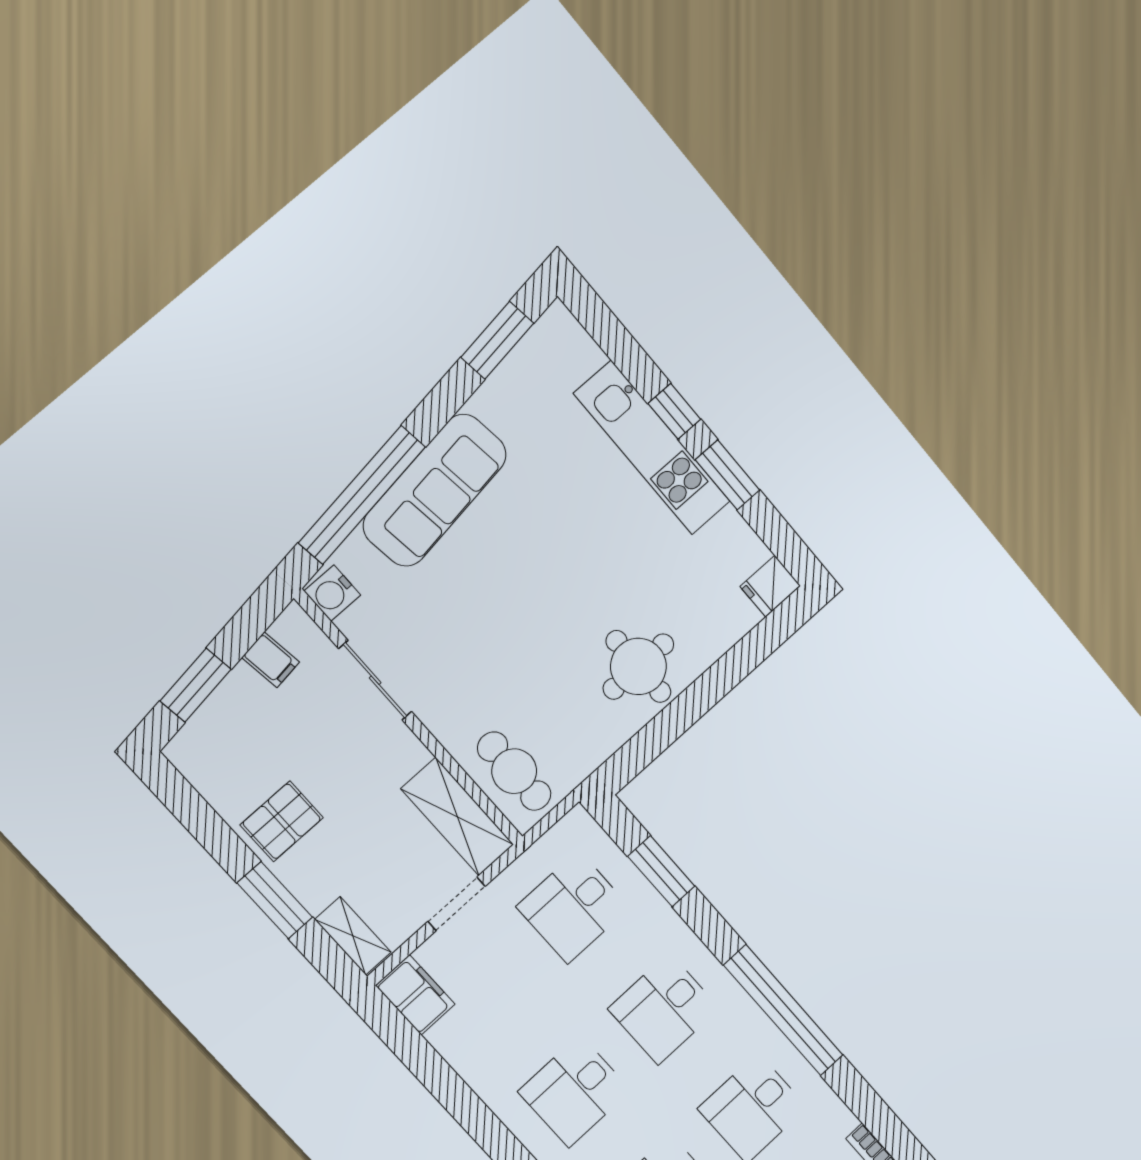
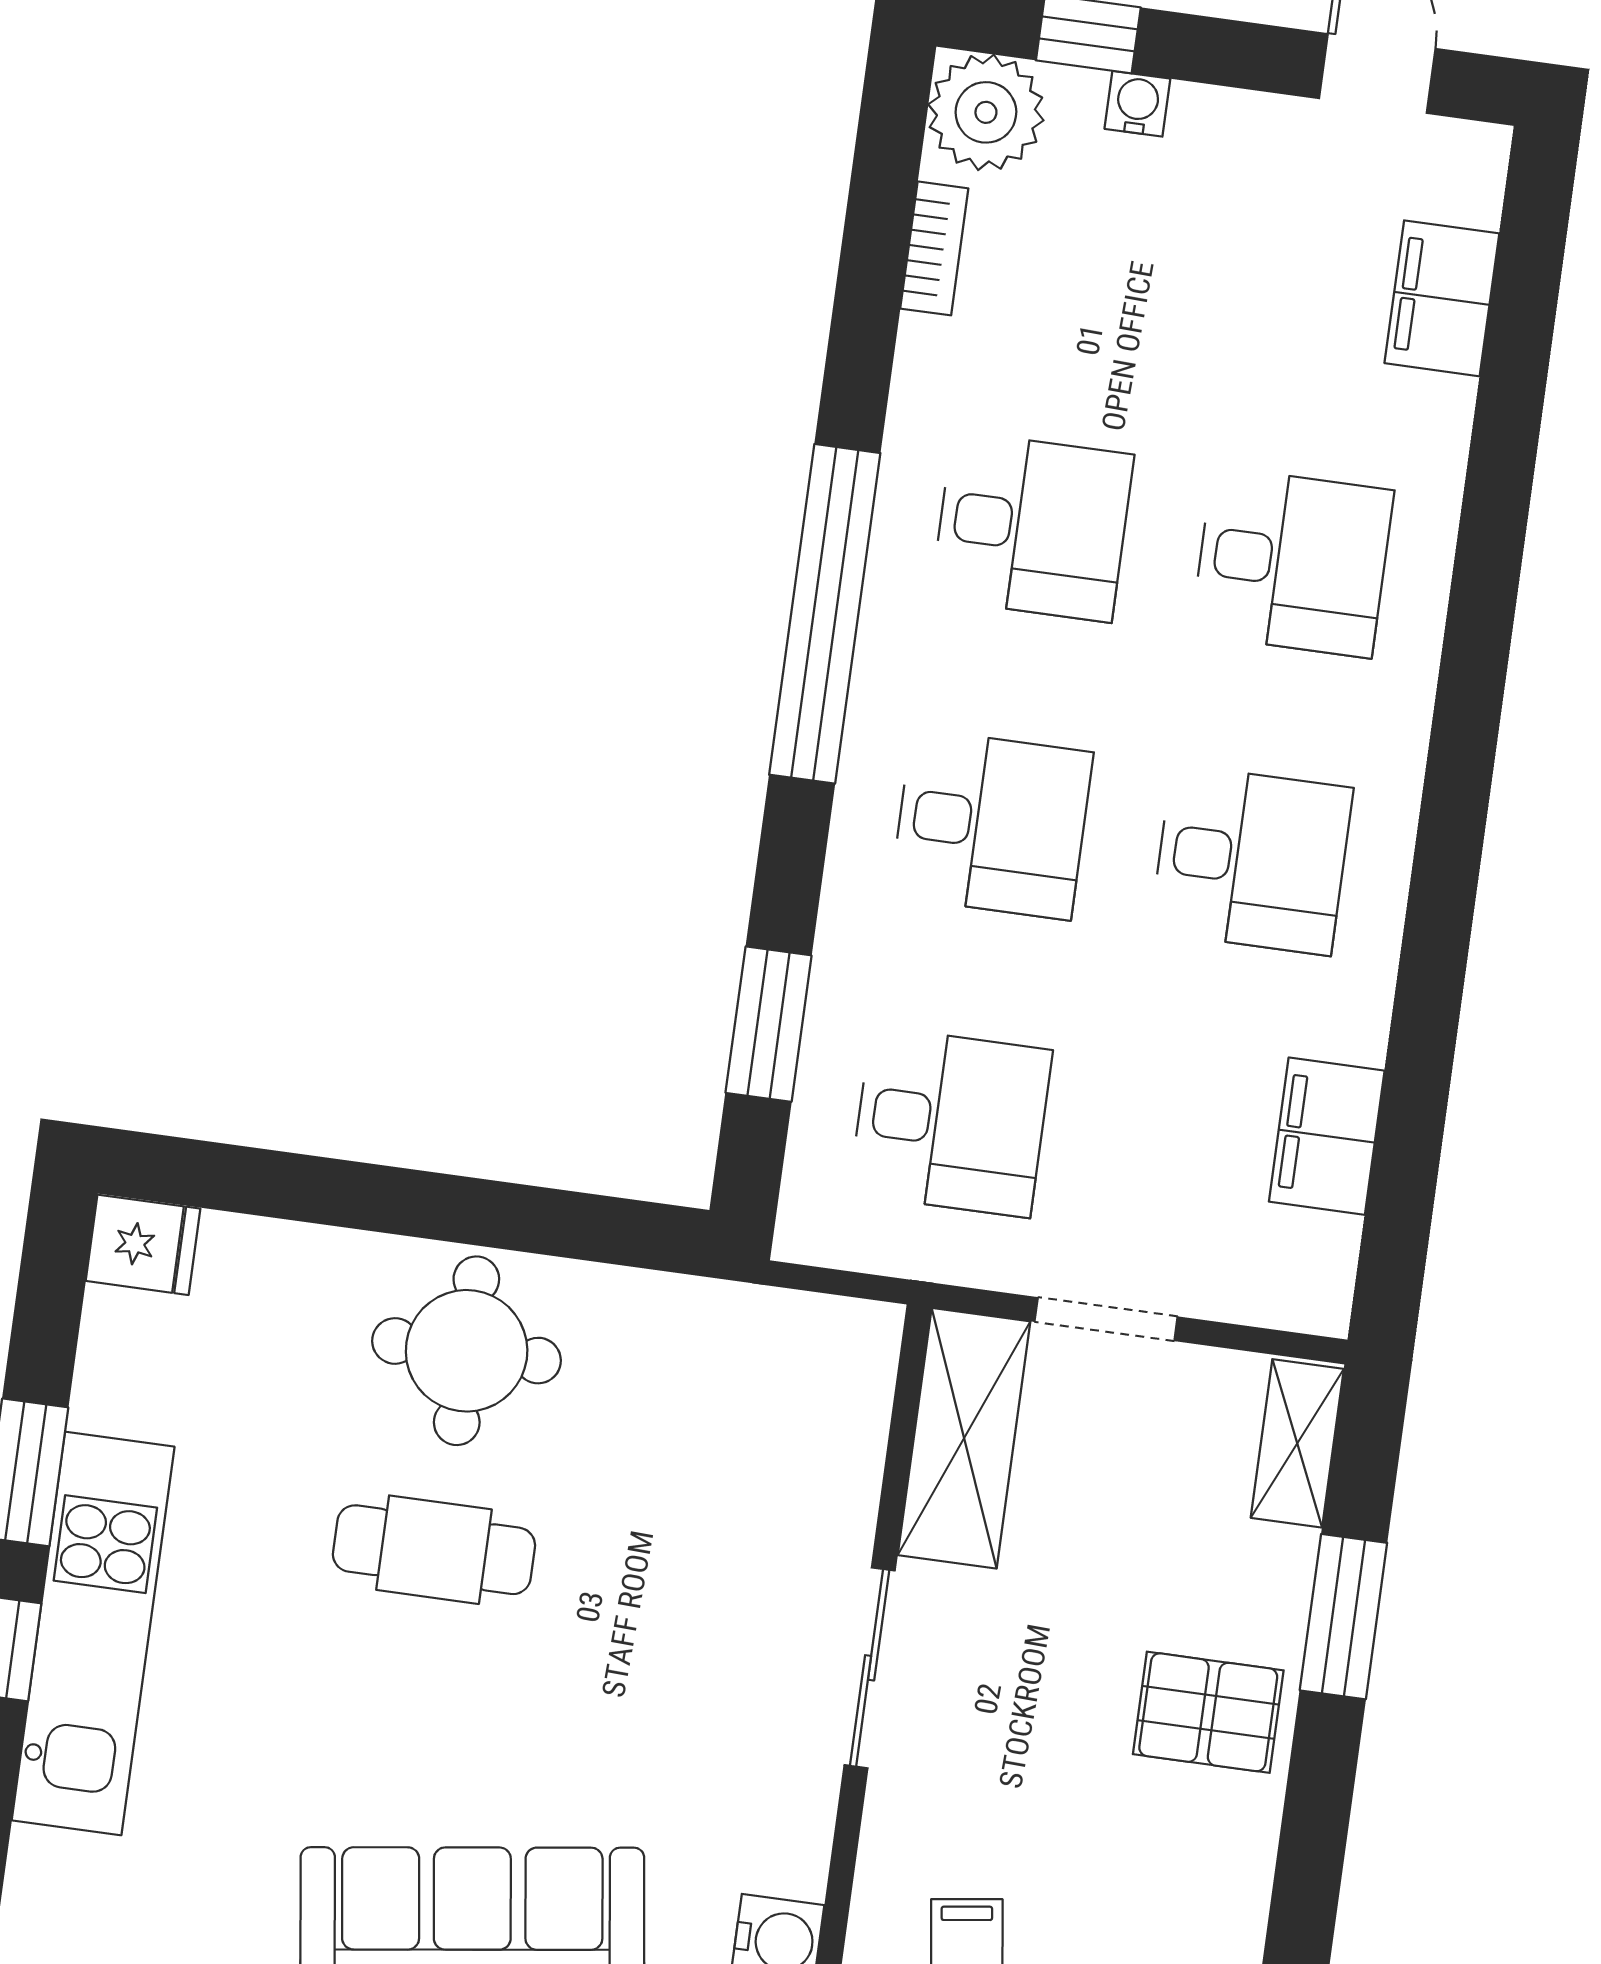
sliding door: (375, 680) -> (870, 1668), moved
cafe table: (514, 771) -> (434, 1550), moved, turned 90
filing cabinet: (415, 995) -> (1327, 1136), moved

